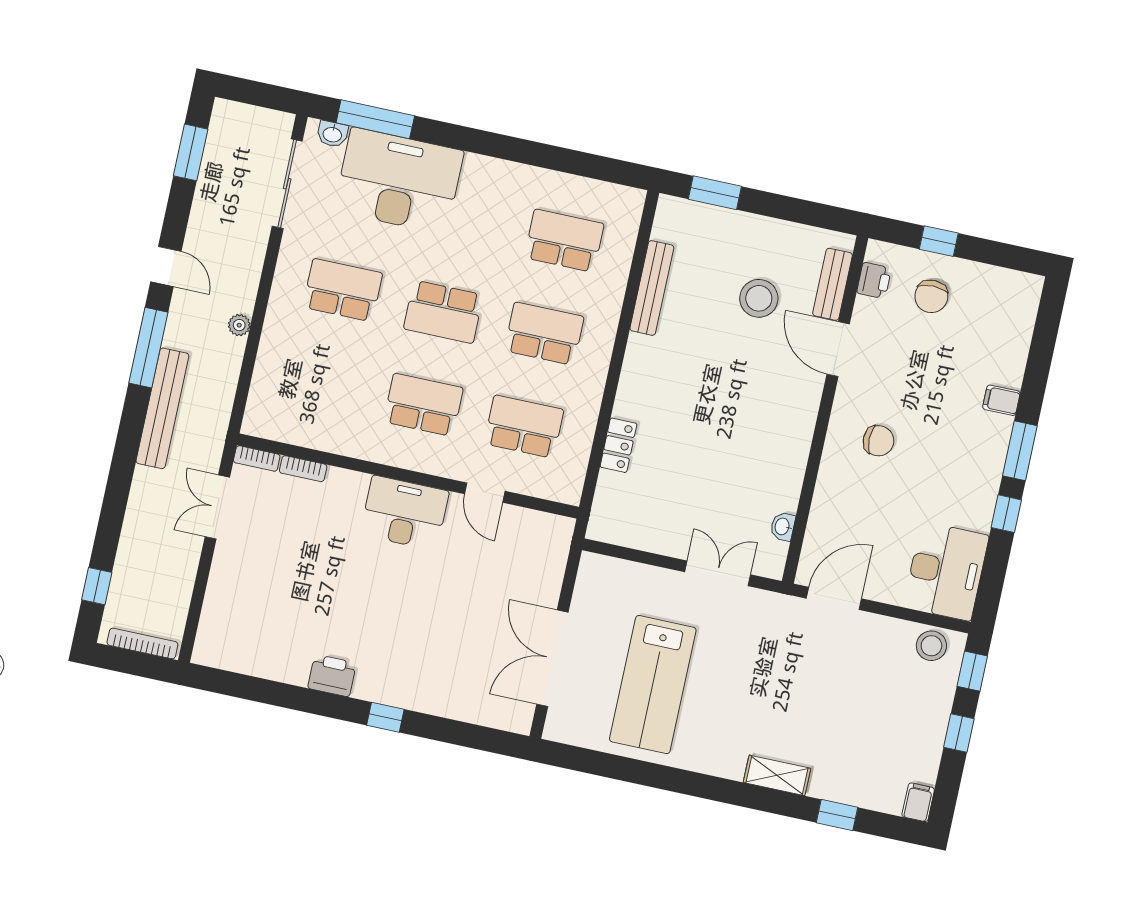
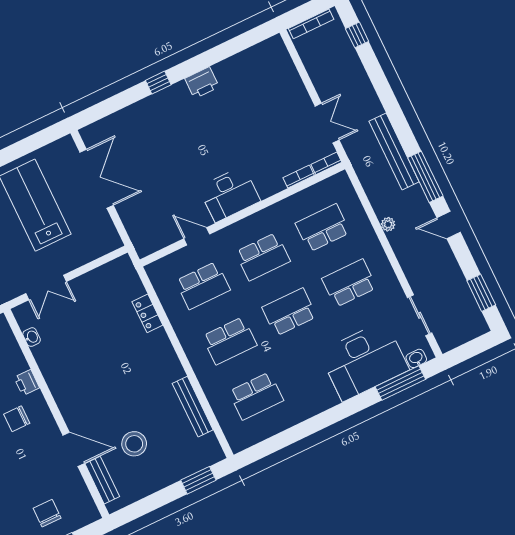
sliding door: (287, 184) -> (420, 315), width x0.73
printer: (874, 281) -> (27, 383), moved
school desk: (343, 290) -> (349, 283), turned 180
school desk: (323, 383) -> (323, 228), added

